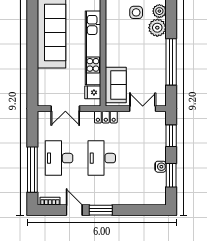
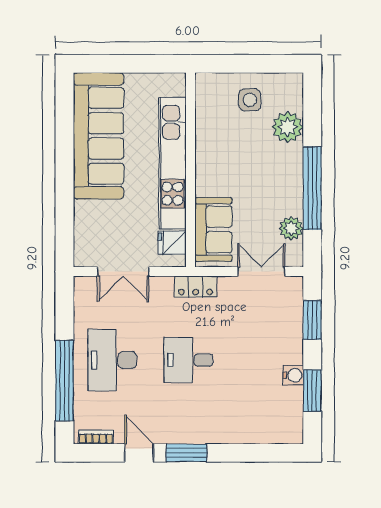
plant: (159, 11) -> (291, 228), moved
desk: (102, 158) -> (188, 360), width x0.73

